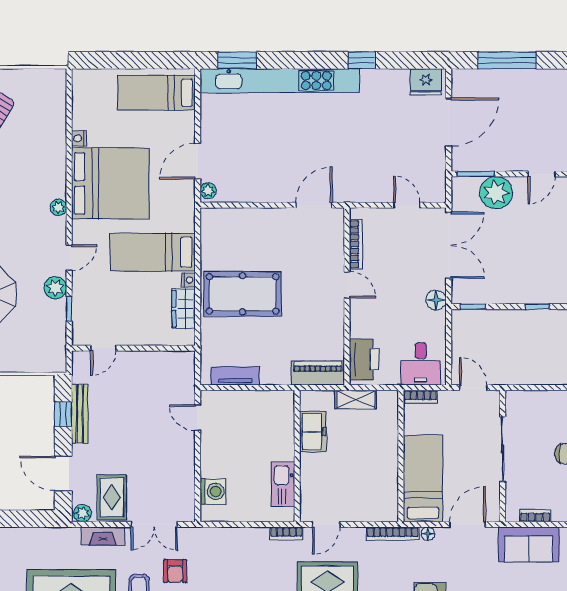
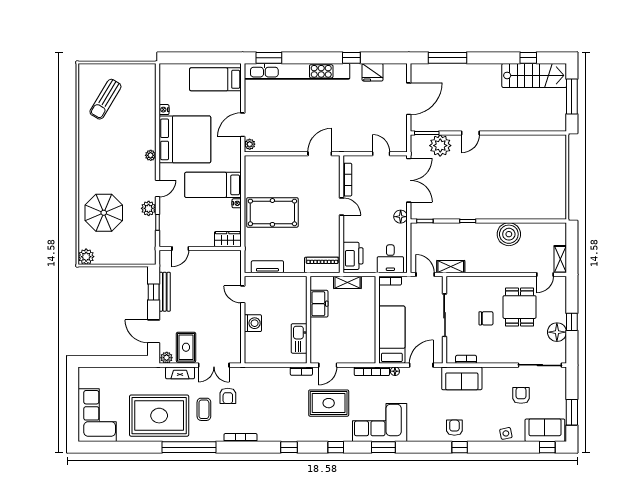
fridge: (426, 82) -> (373, 72), moved
wardrobe: (184, 309) -> (228, 239), moved, turned 90
shelving: (512, 376) -> (451, 267), added
washing machine: (213, 492) -> (253, 323), moved

